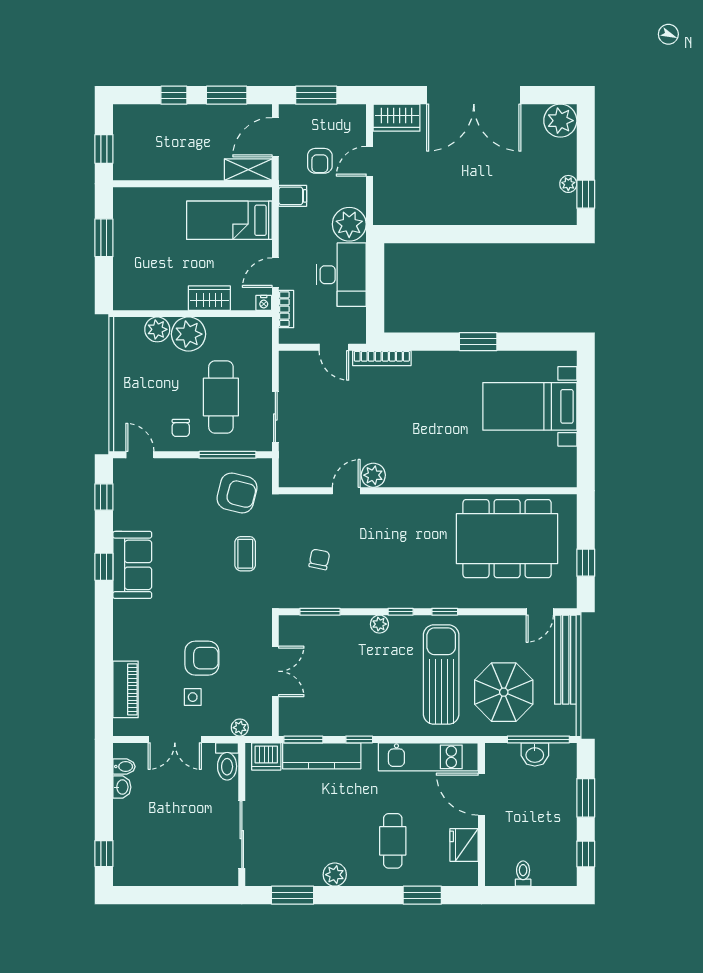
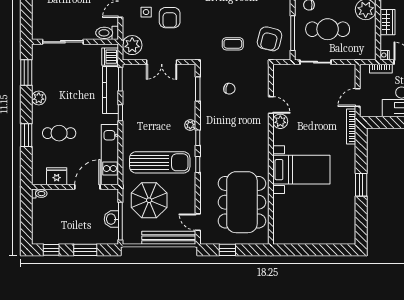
bed with nightstands: (530, 406) -> (301, 170), moved, turned 90
plant: (240, 728) -> (132, 45), width x1.88, depth x1.88
toilet: (523, 874) -> (39, 194), moved
window: (422, 895) -> (26, 135), moved

